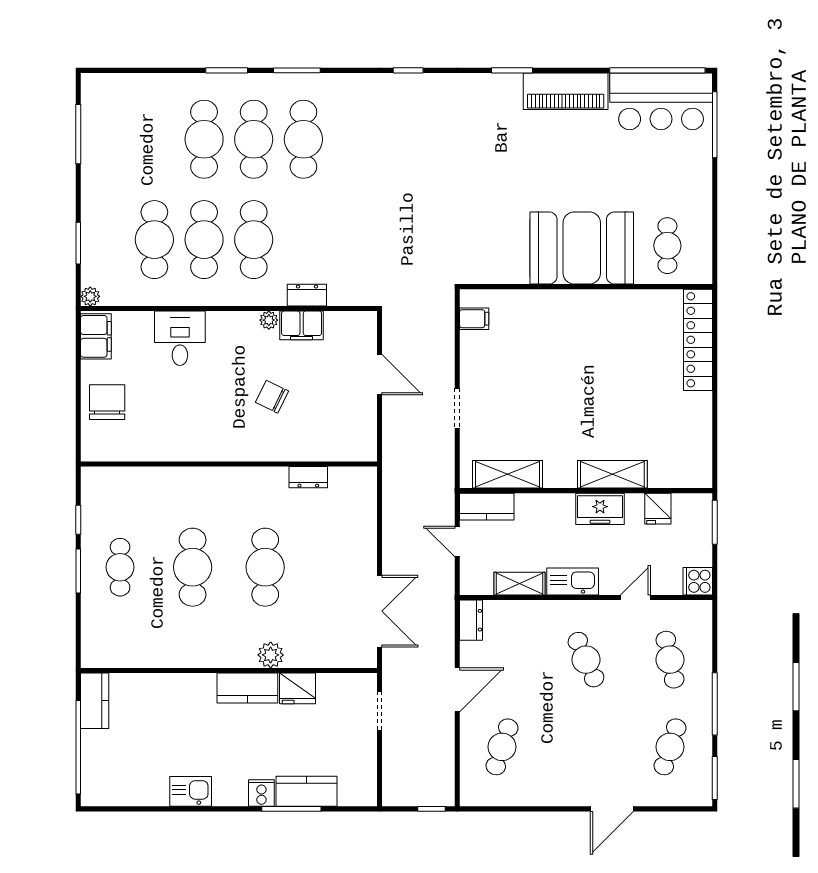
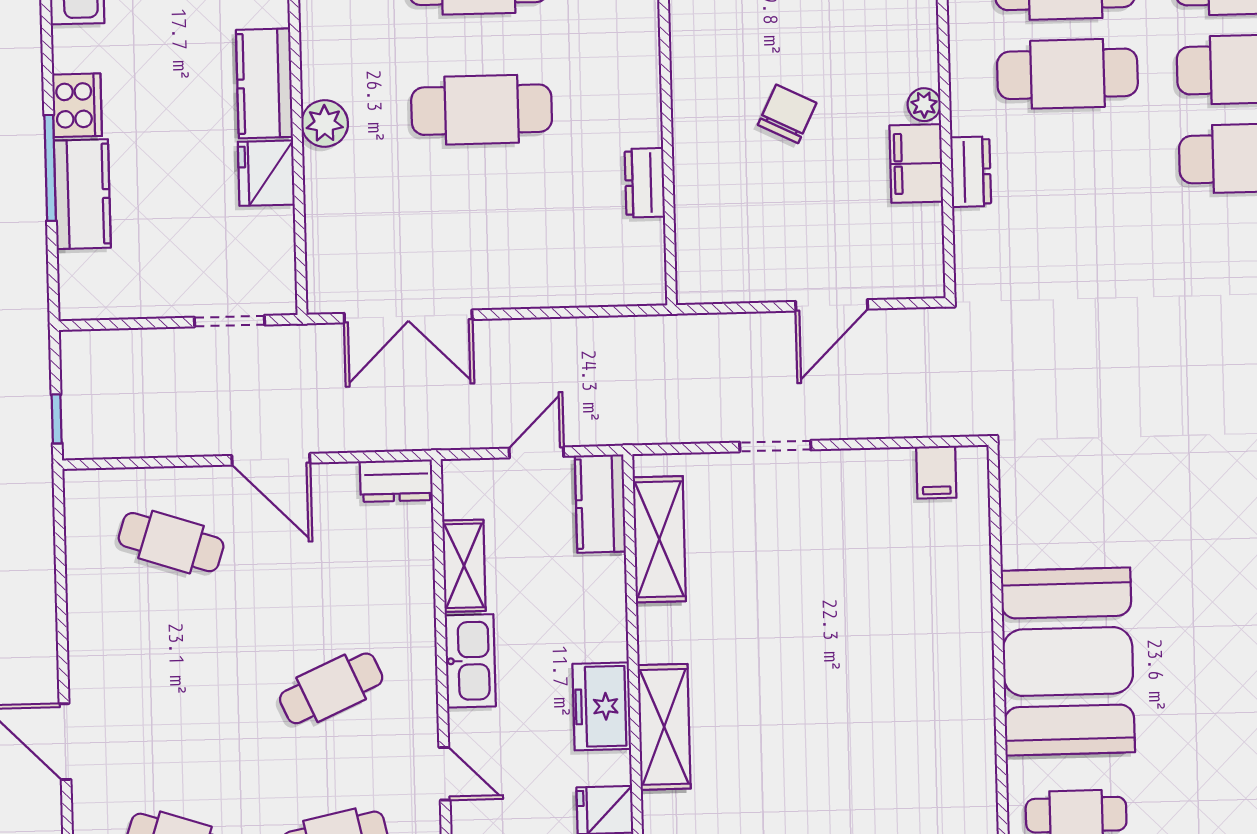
cooker: (261, 793) -> (77, 105), width x1.36

